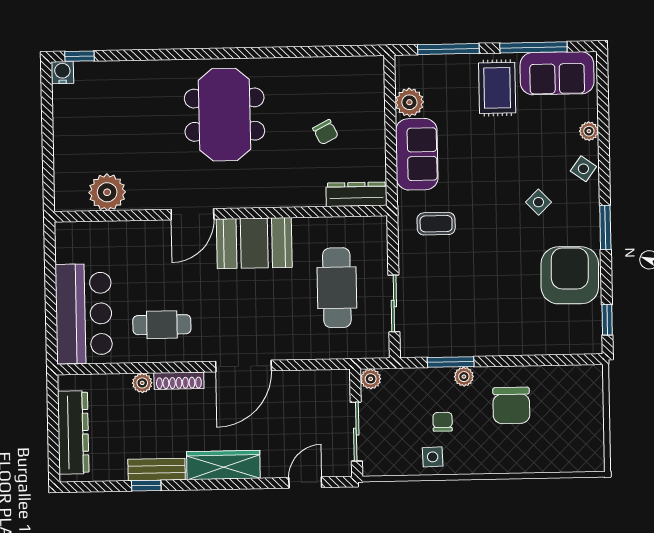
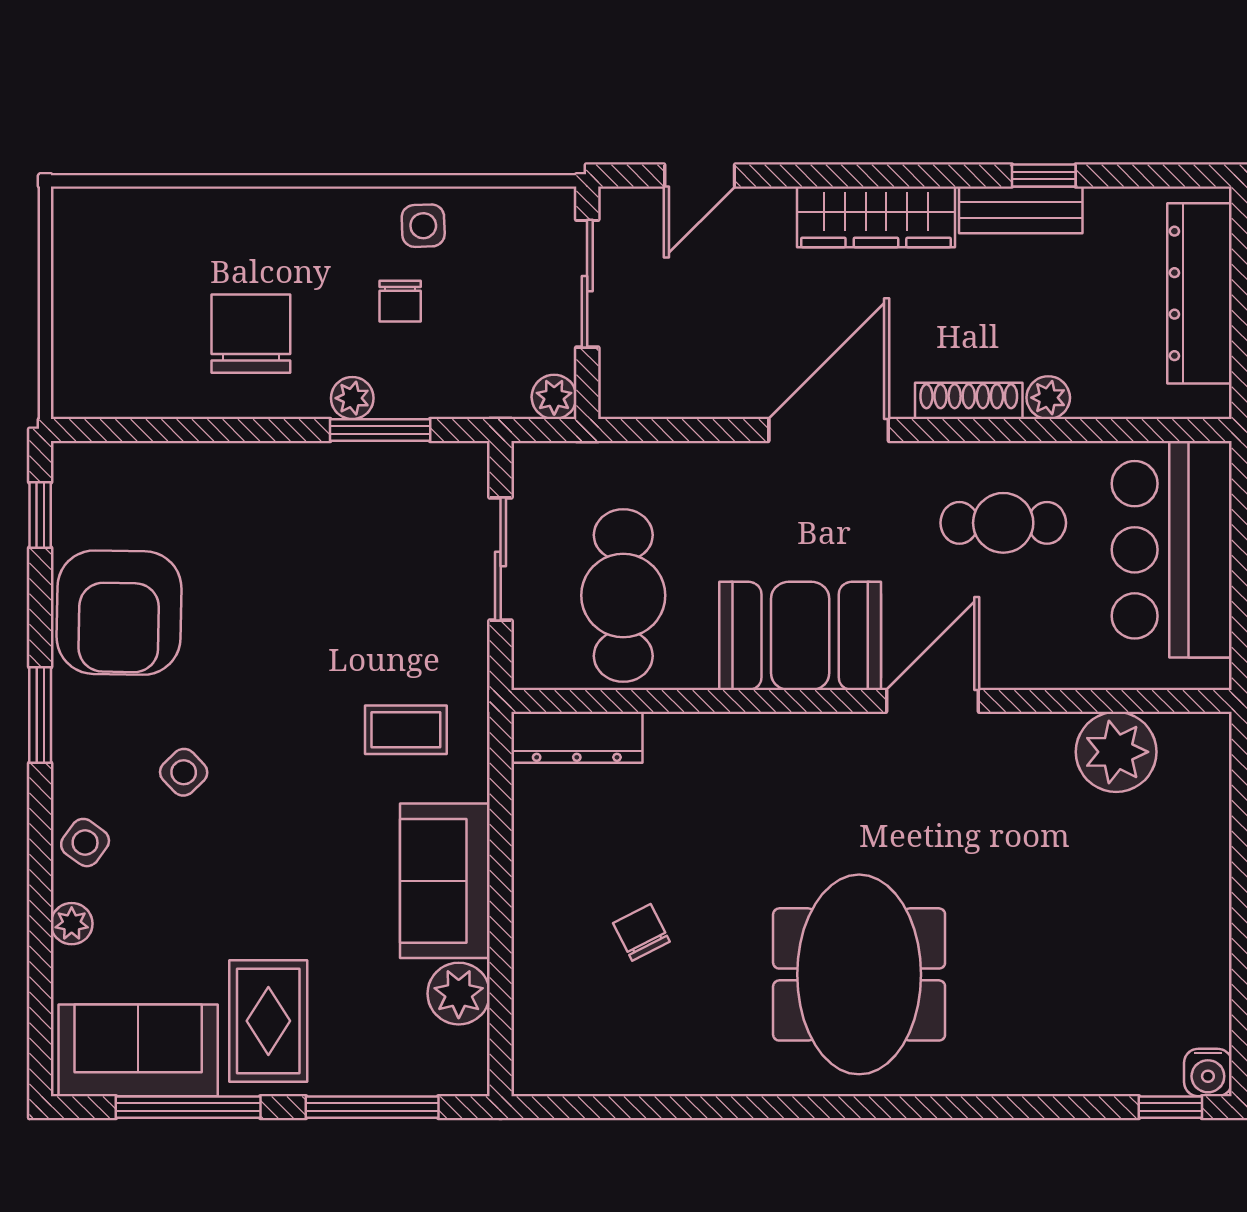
plant: (107, 192) -> (1116, 752), moved
dresser: (357, 194) -> (577, 737), moved
door: (192, 214) -> (933, 701), moved
wall: (221, 214) -> (872, 701), moved
booth: (254, 243) -> (800, 636), moved

